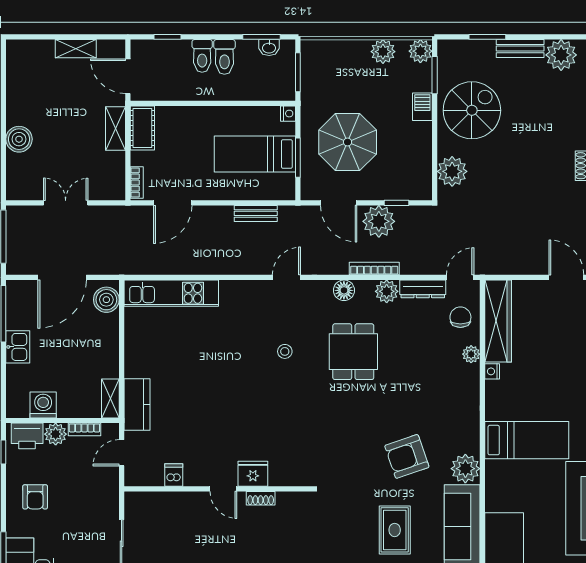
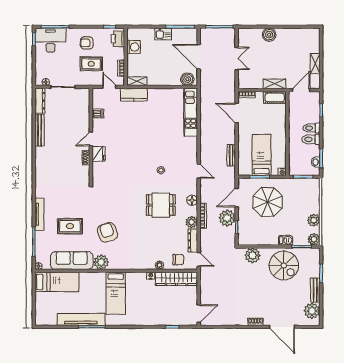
plant: (56, 434) -> (119, 53), removed
rug: (76, 488) -> (91, 64), added

